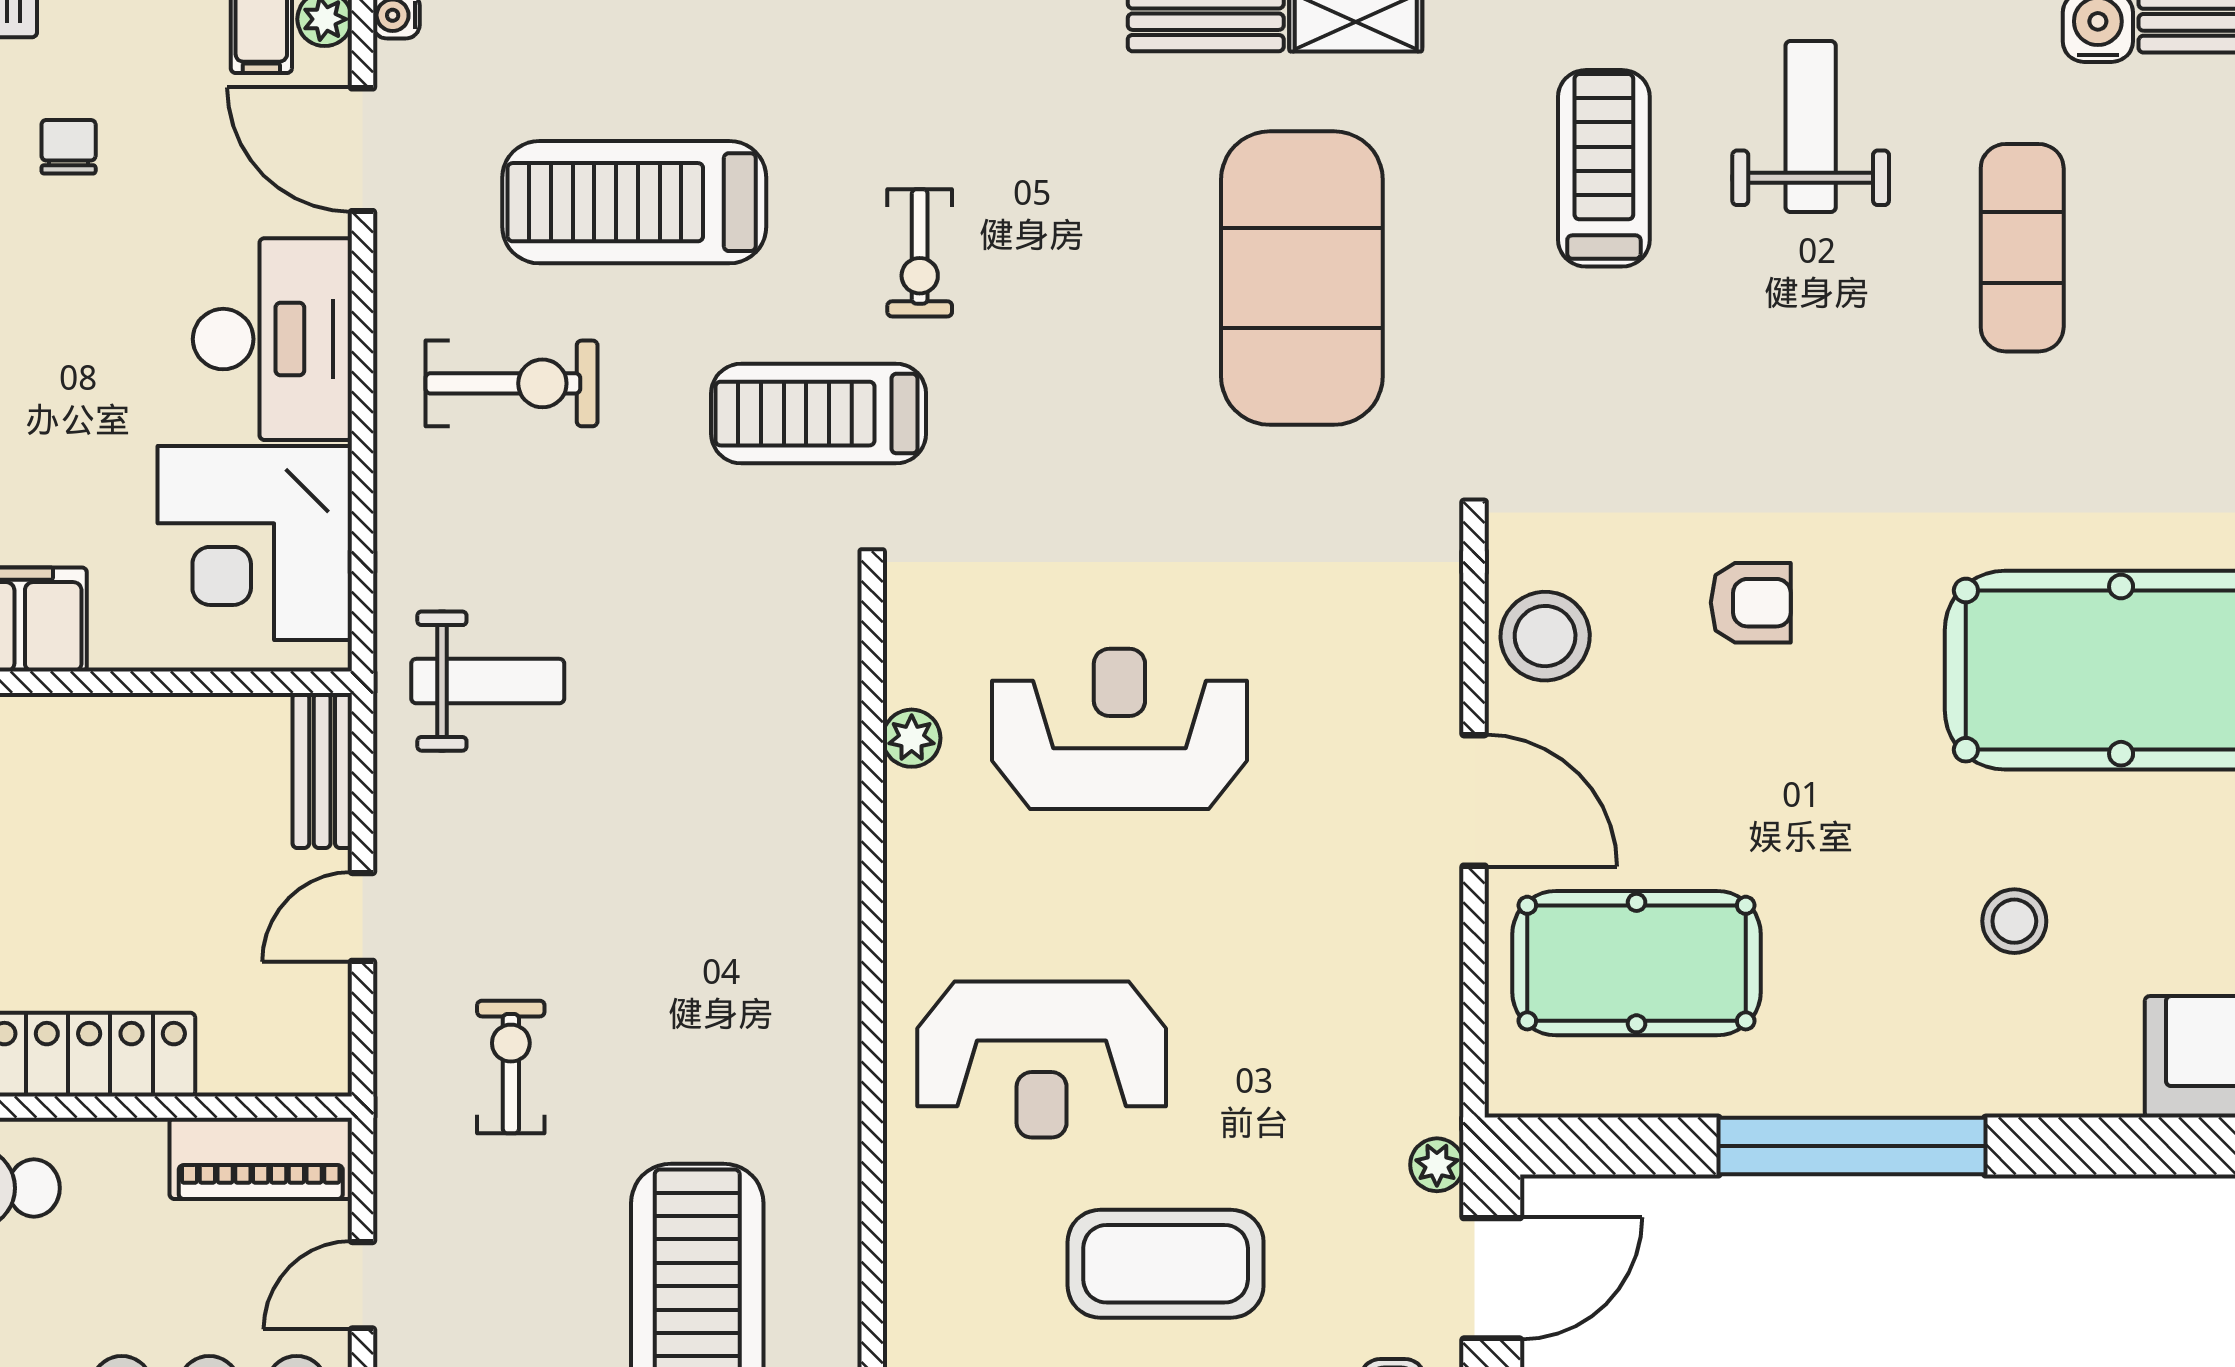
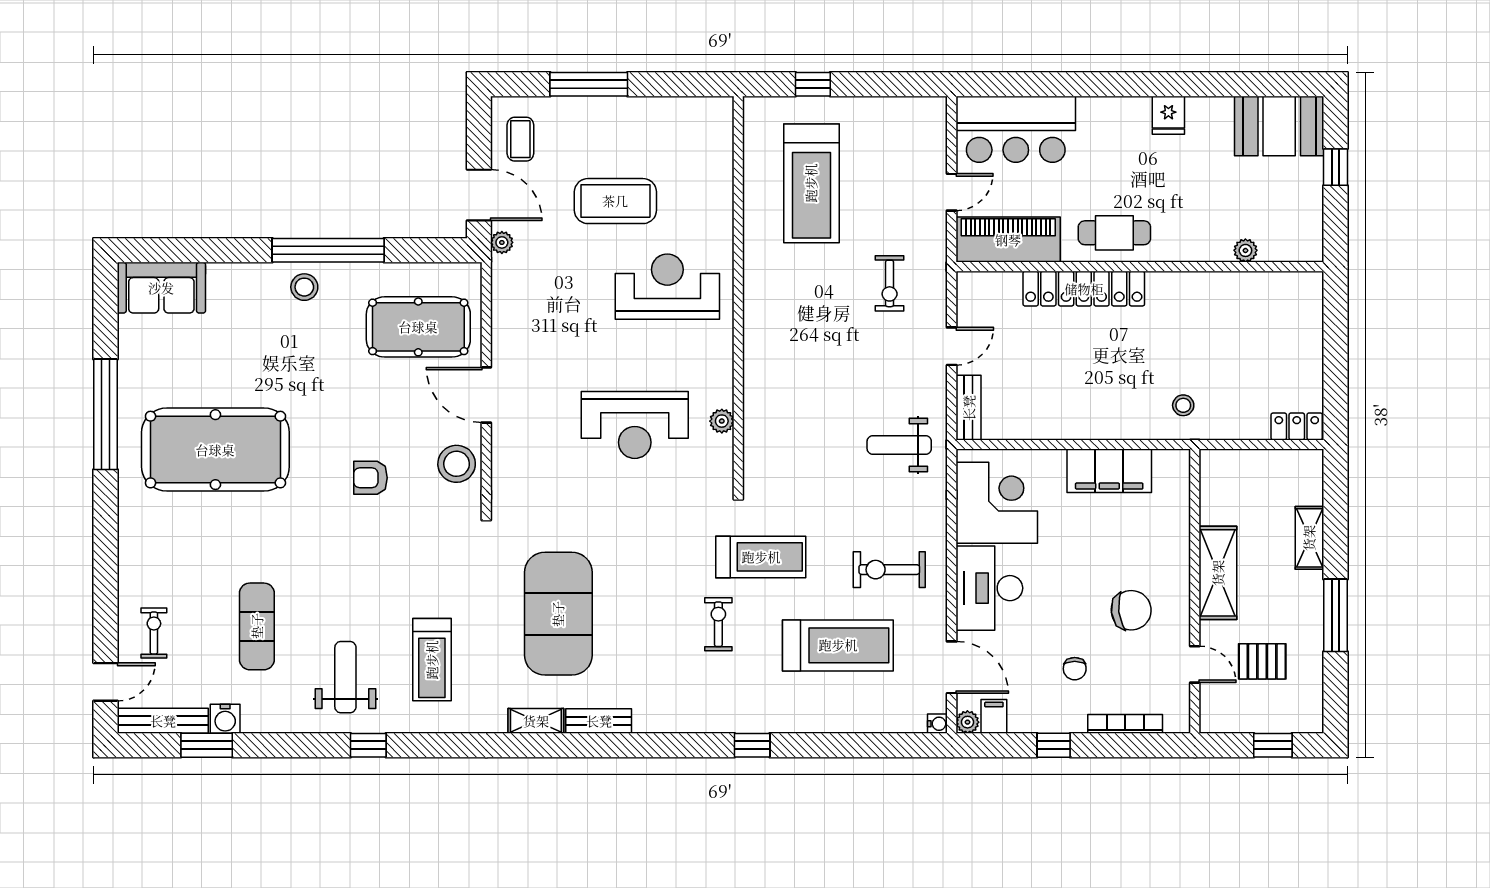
weight bench: (1811, 126) -> (345, 677), turned 180
stool: (2014, 921) -> (304, 287), moved
piano: (261, 1158) -> (1008, 240), width x1.37, depth x1.33
door: (1492, 1278) -> (479, 195), swing flipped

